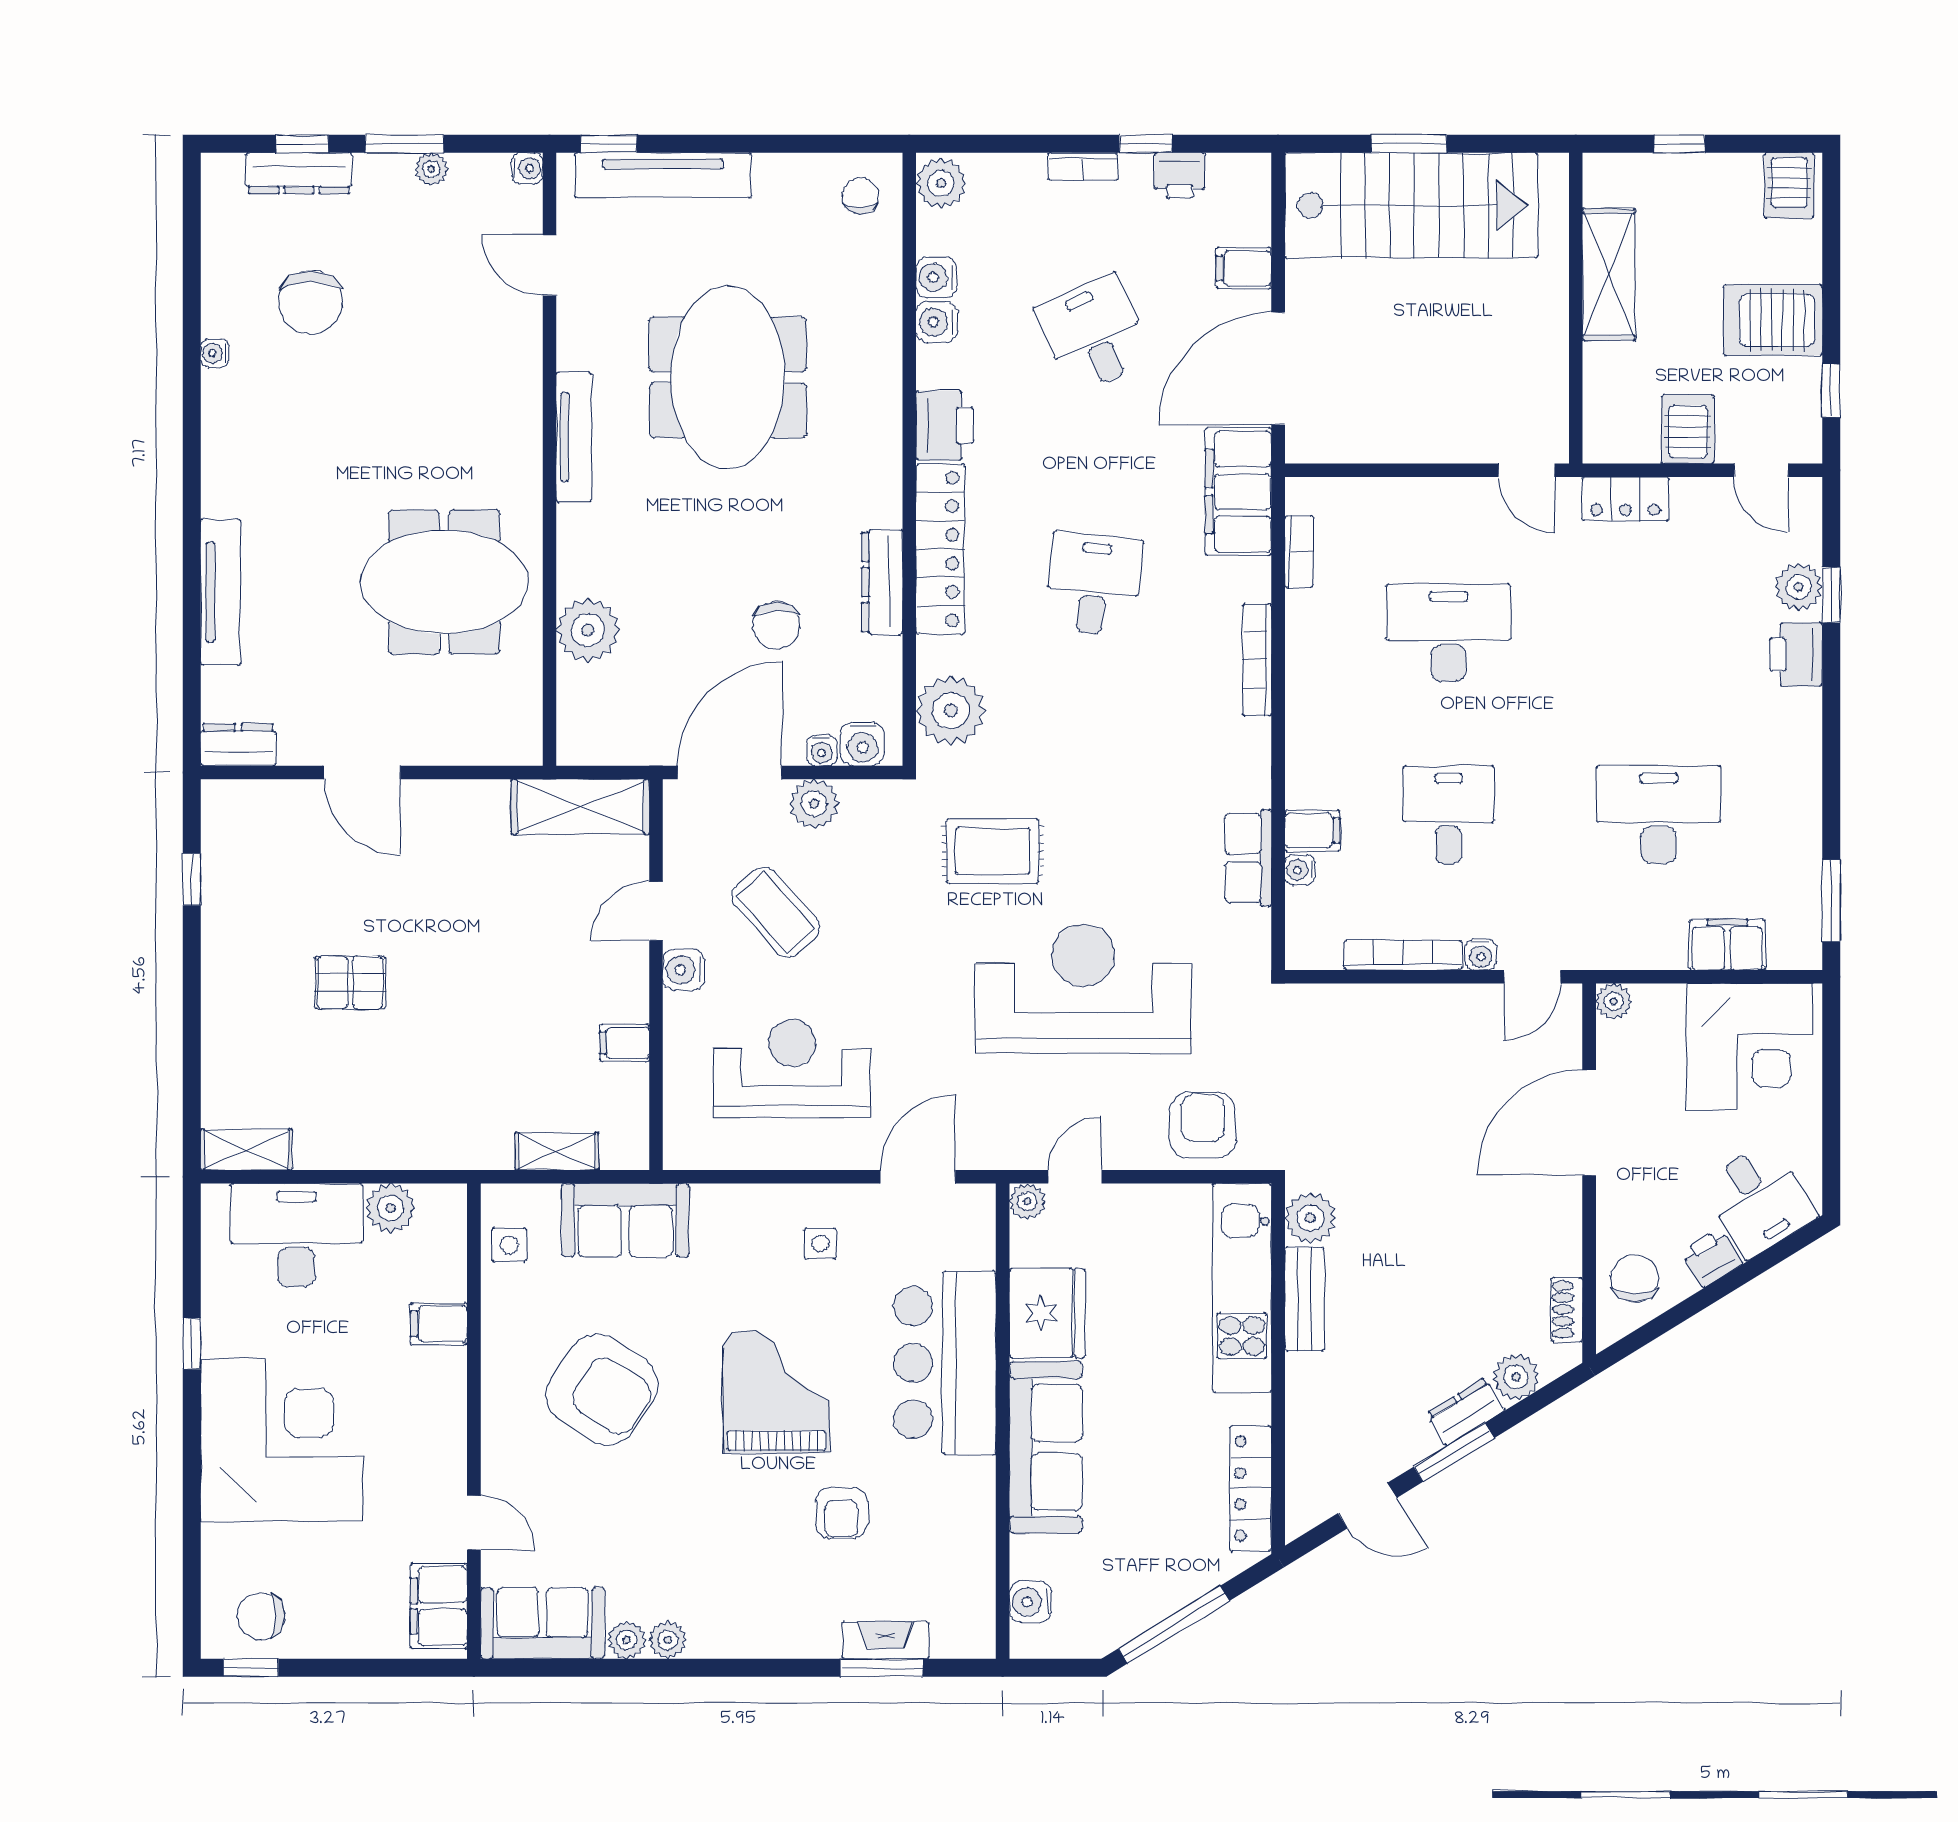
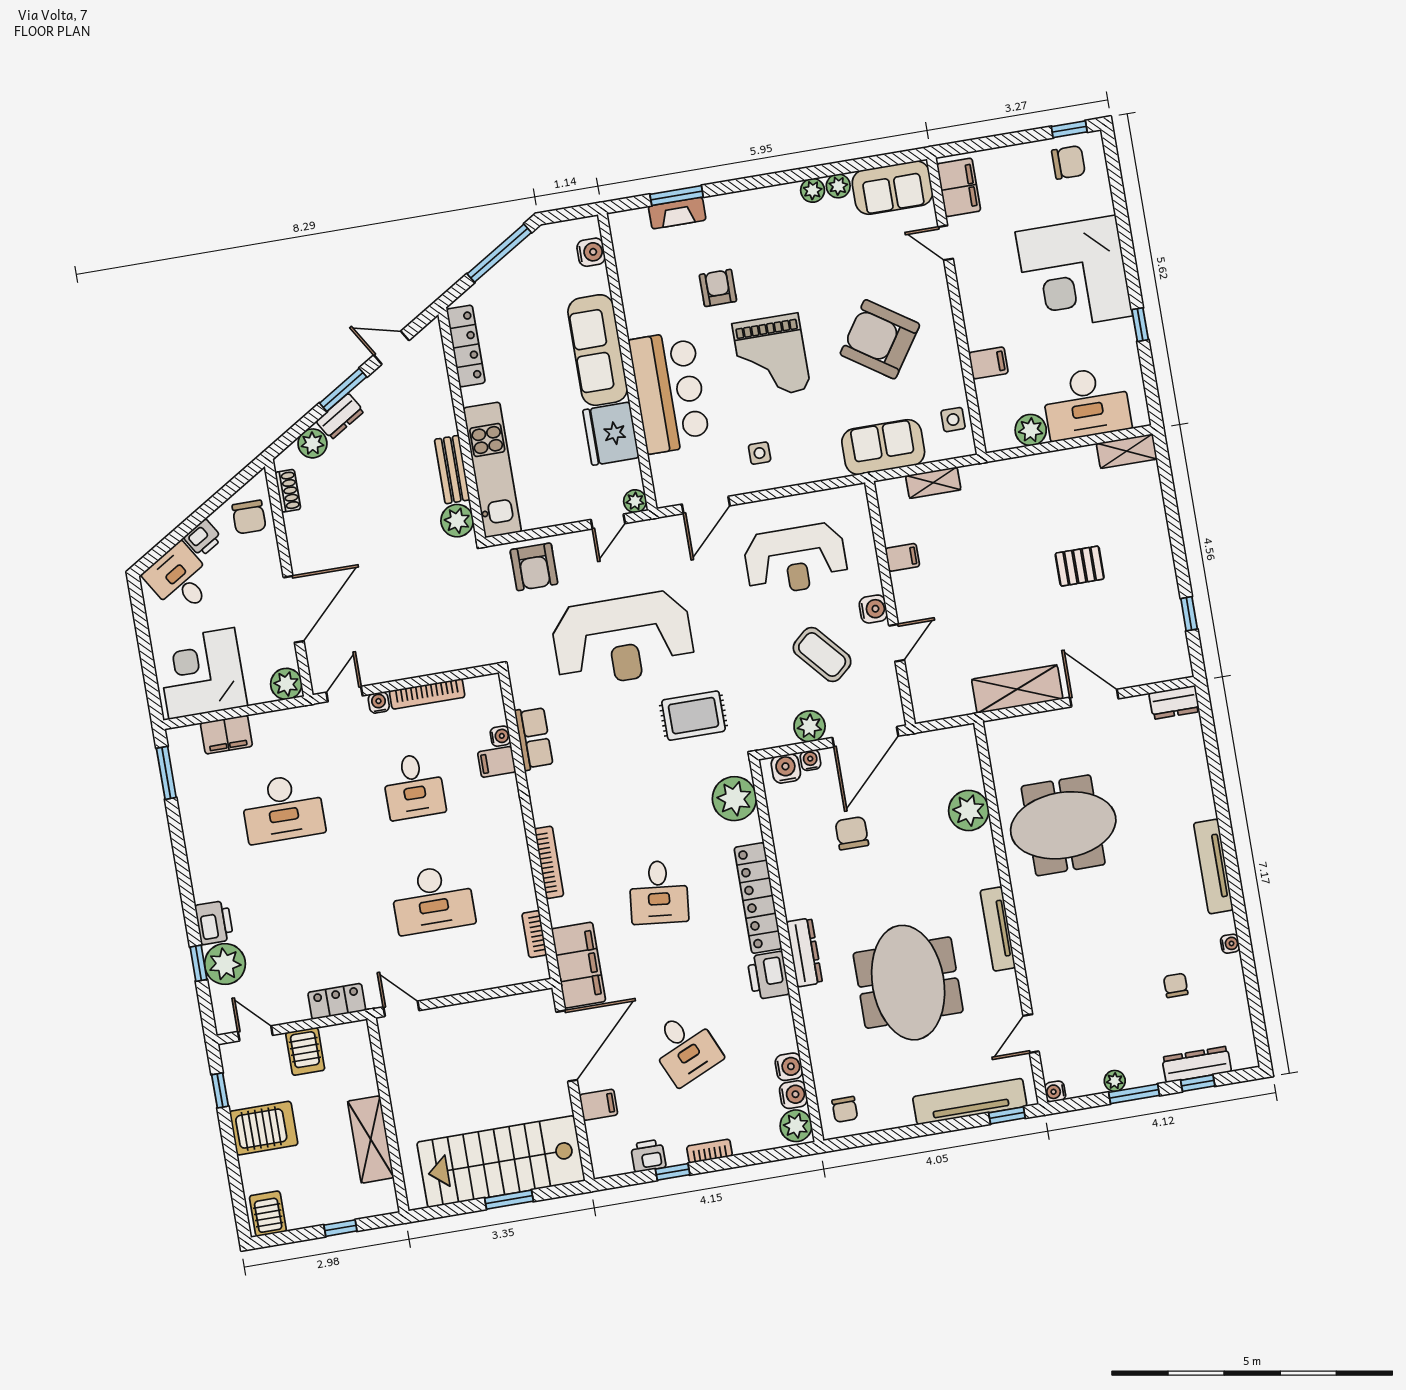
door: (549, 265) -> (1031, 1034), swing flipped
chair: (311, 302) -> (1176, 985), width x0.54, depth x0.54
water cooler: (937, 322) -> (793, 1095), moved
dresser: (882, 582) -> (804, 952), moved
plant: (1799, 587) -> (225, 964), width x1.36, depth x1.36
tv unit: (220, 592) -> (1213, 866), moved
shelving: (580, 807) -> (1017, 689), moved
plant: (1614, 1001) -> (286, 684), width x1.38, depth x1.38

